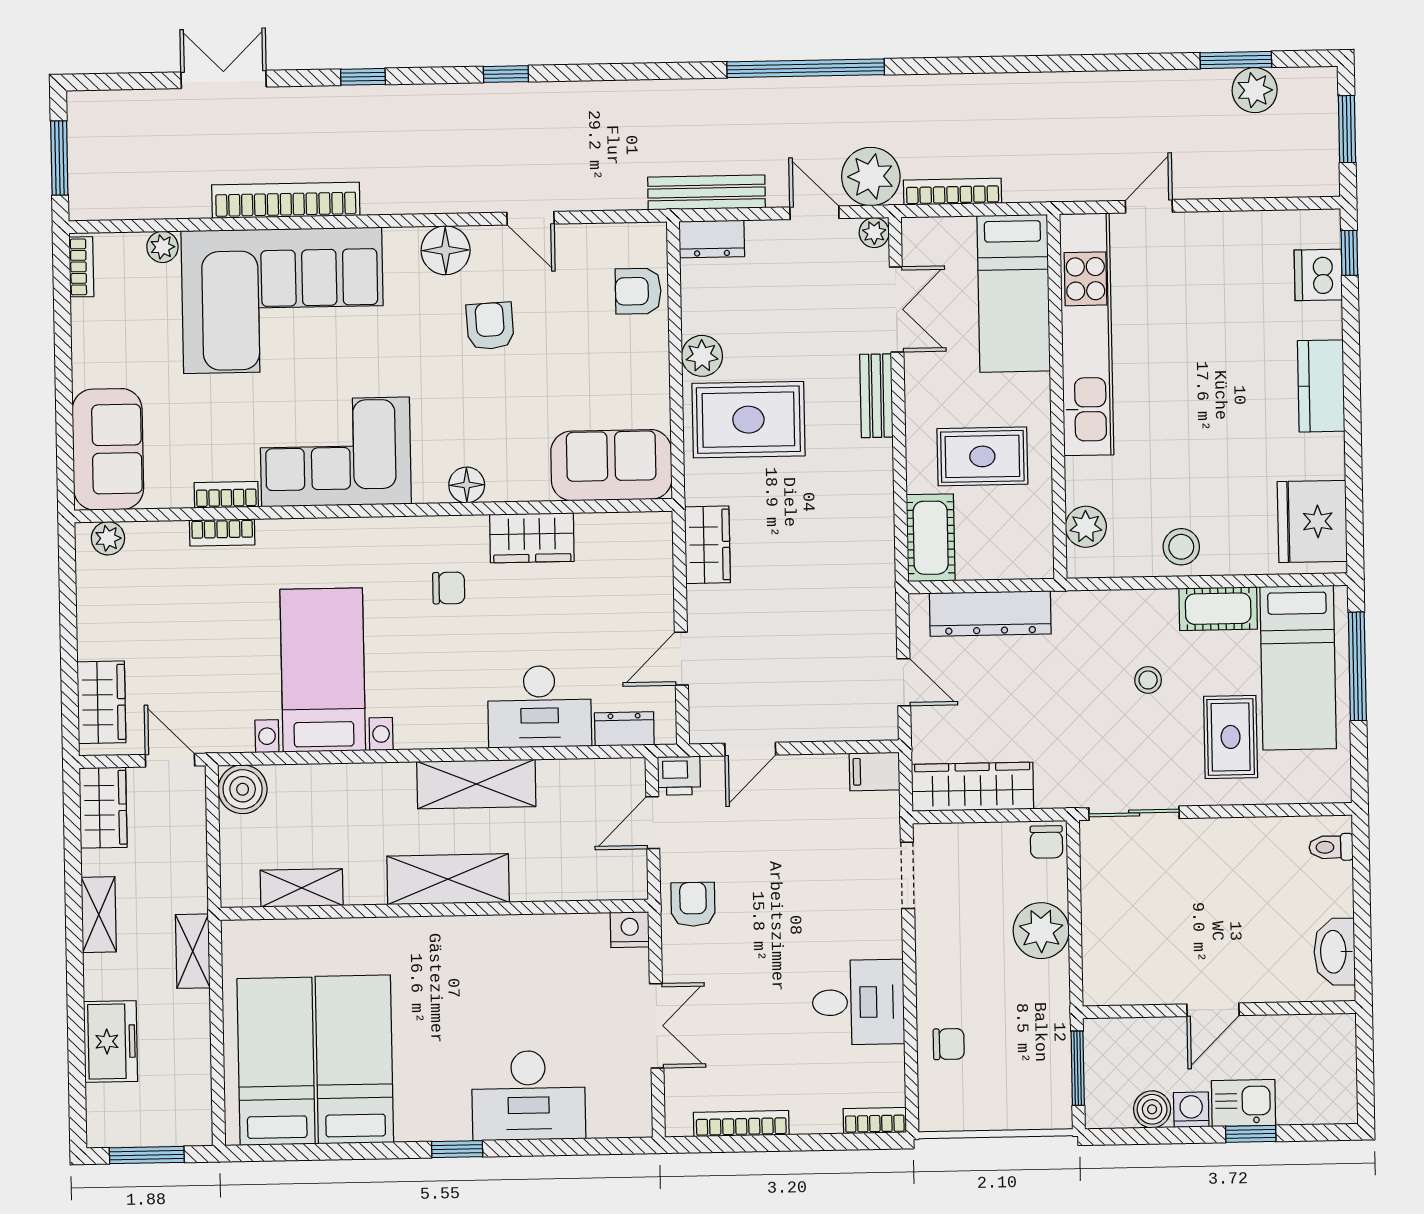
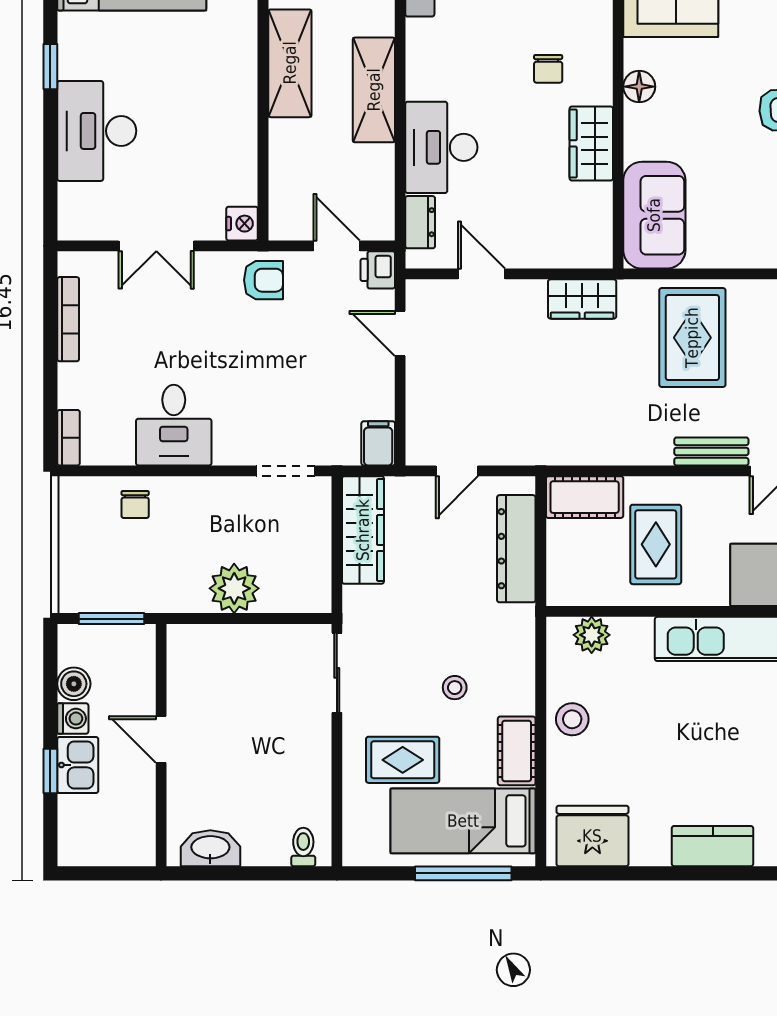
plant: (702, 356) -> (750, 297), removed
chair: (1046, 842) -> (313, 595), removed

